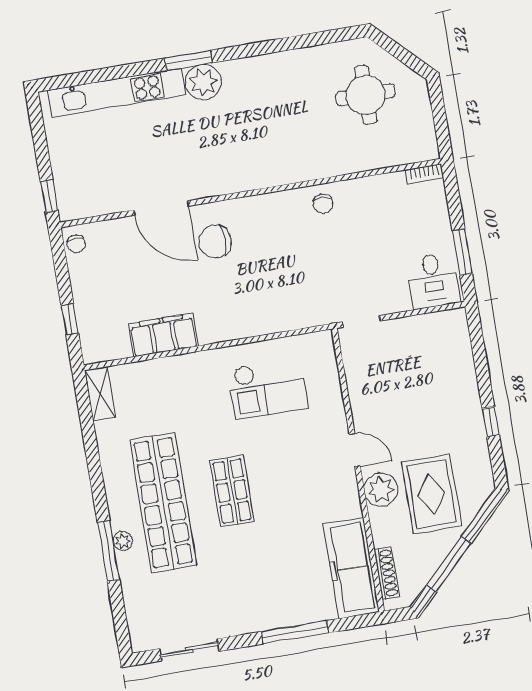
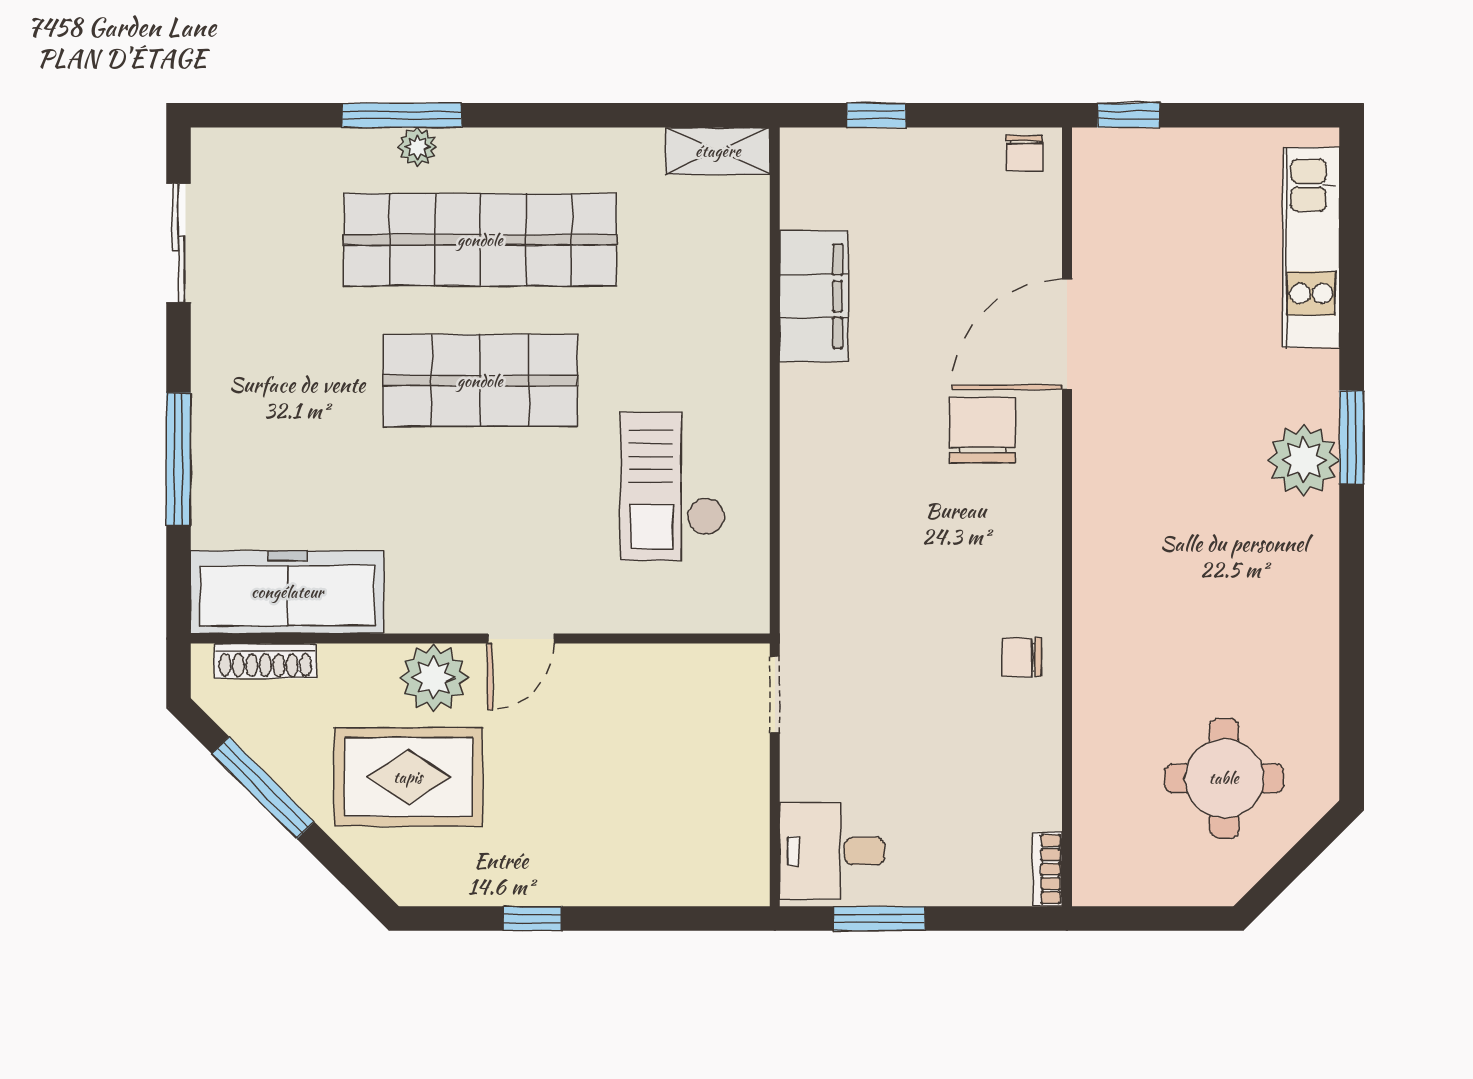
kitchen unit: (117, 93) -> (1311, 247), width x0.73
chair: (76, 244) -> (1024, 153), turned -90
shop shelf: (232, 491) -> (480, 381), width x1.43, depth x1.36

